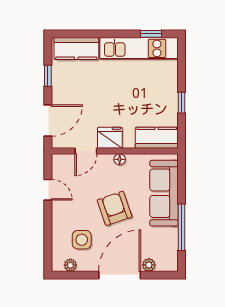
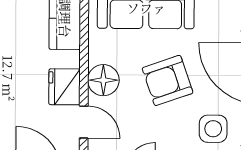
floor lamp: (120, 159) -> (103, 80), width x1.89, depth x1.89

